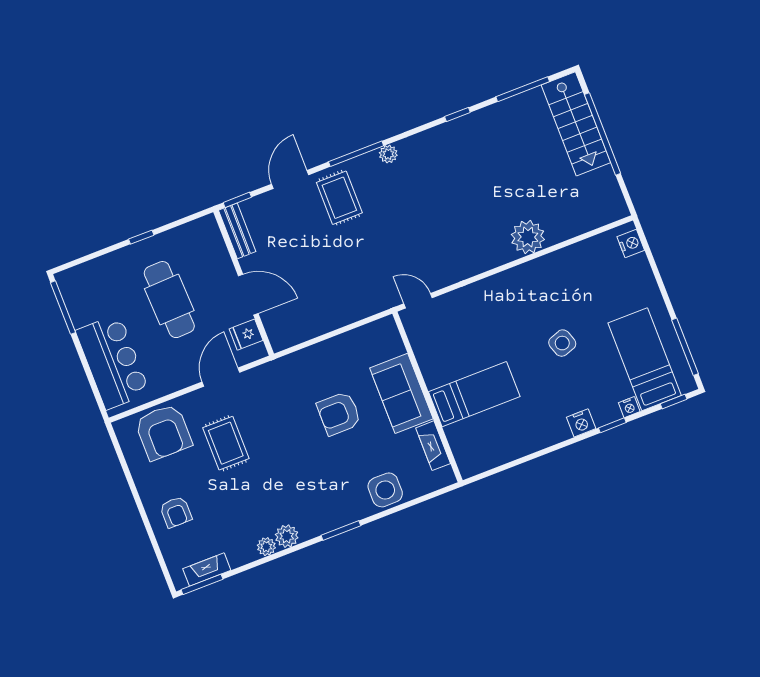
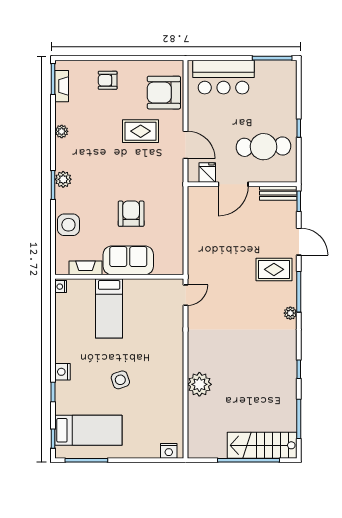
cafe table: (169, 300) -> (263, 147), moved
nightstand: (629, 407) -> (61, 287), moved
plant: (287, 536) -> (63, 179), moved

